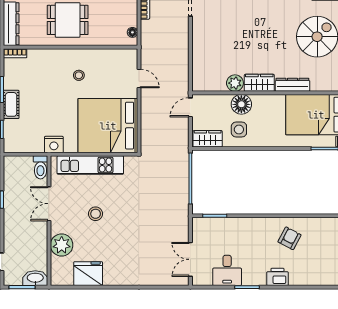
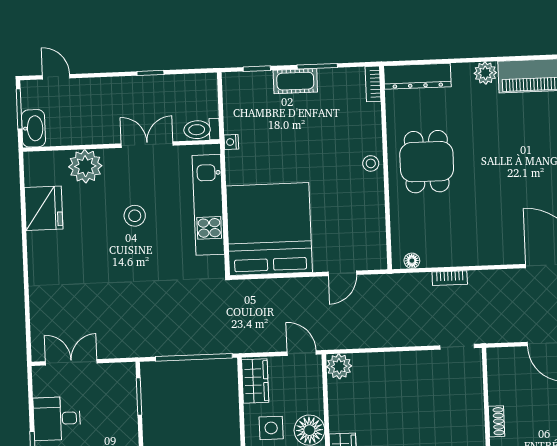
stool: (79, 75) -> (371, 163), moved
plant: (235, 83) -> (339, 366), moved
nightstand: (54, 145) -> (231, 142), width x0.53, depth x0.56

